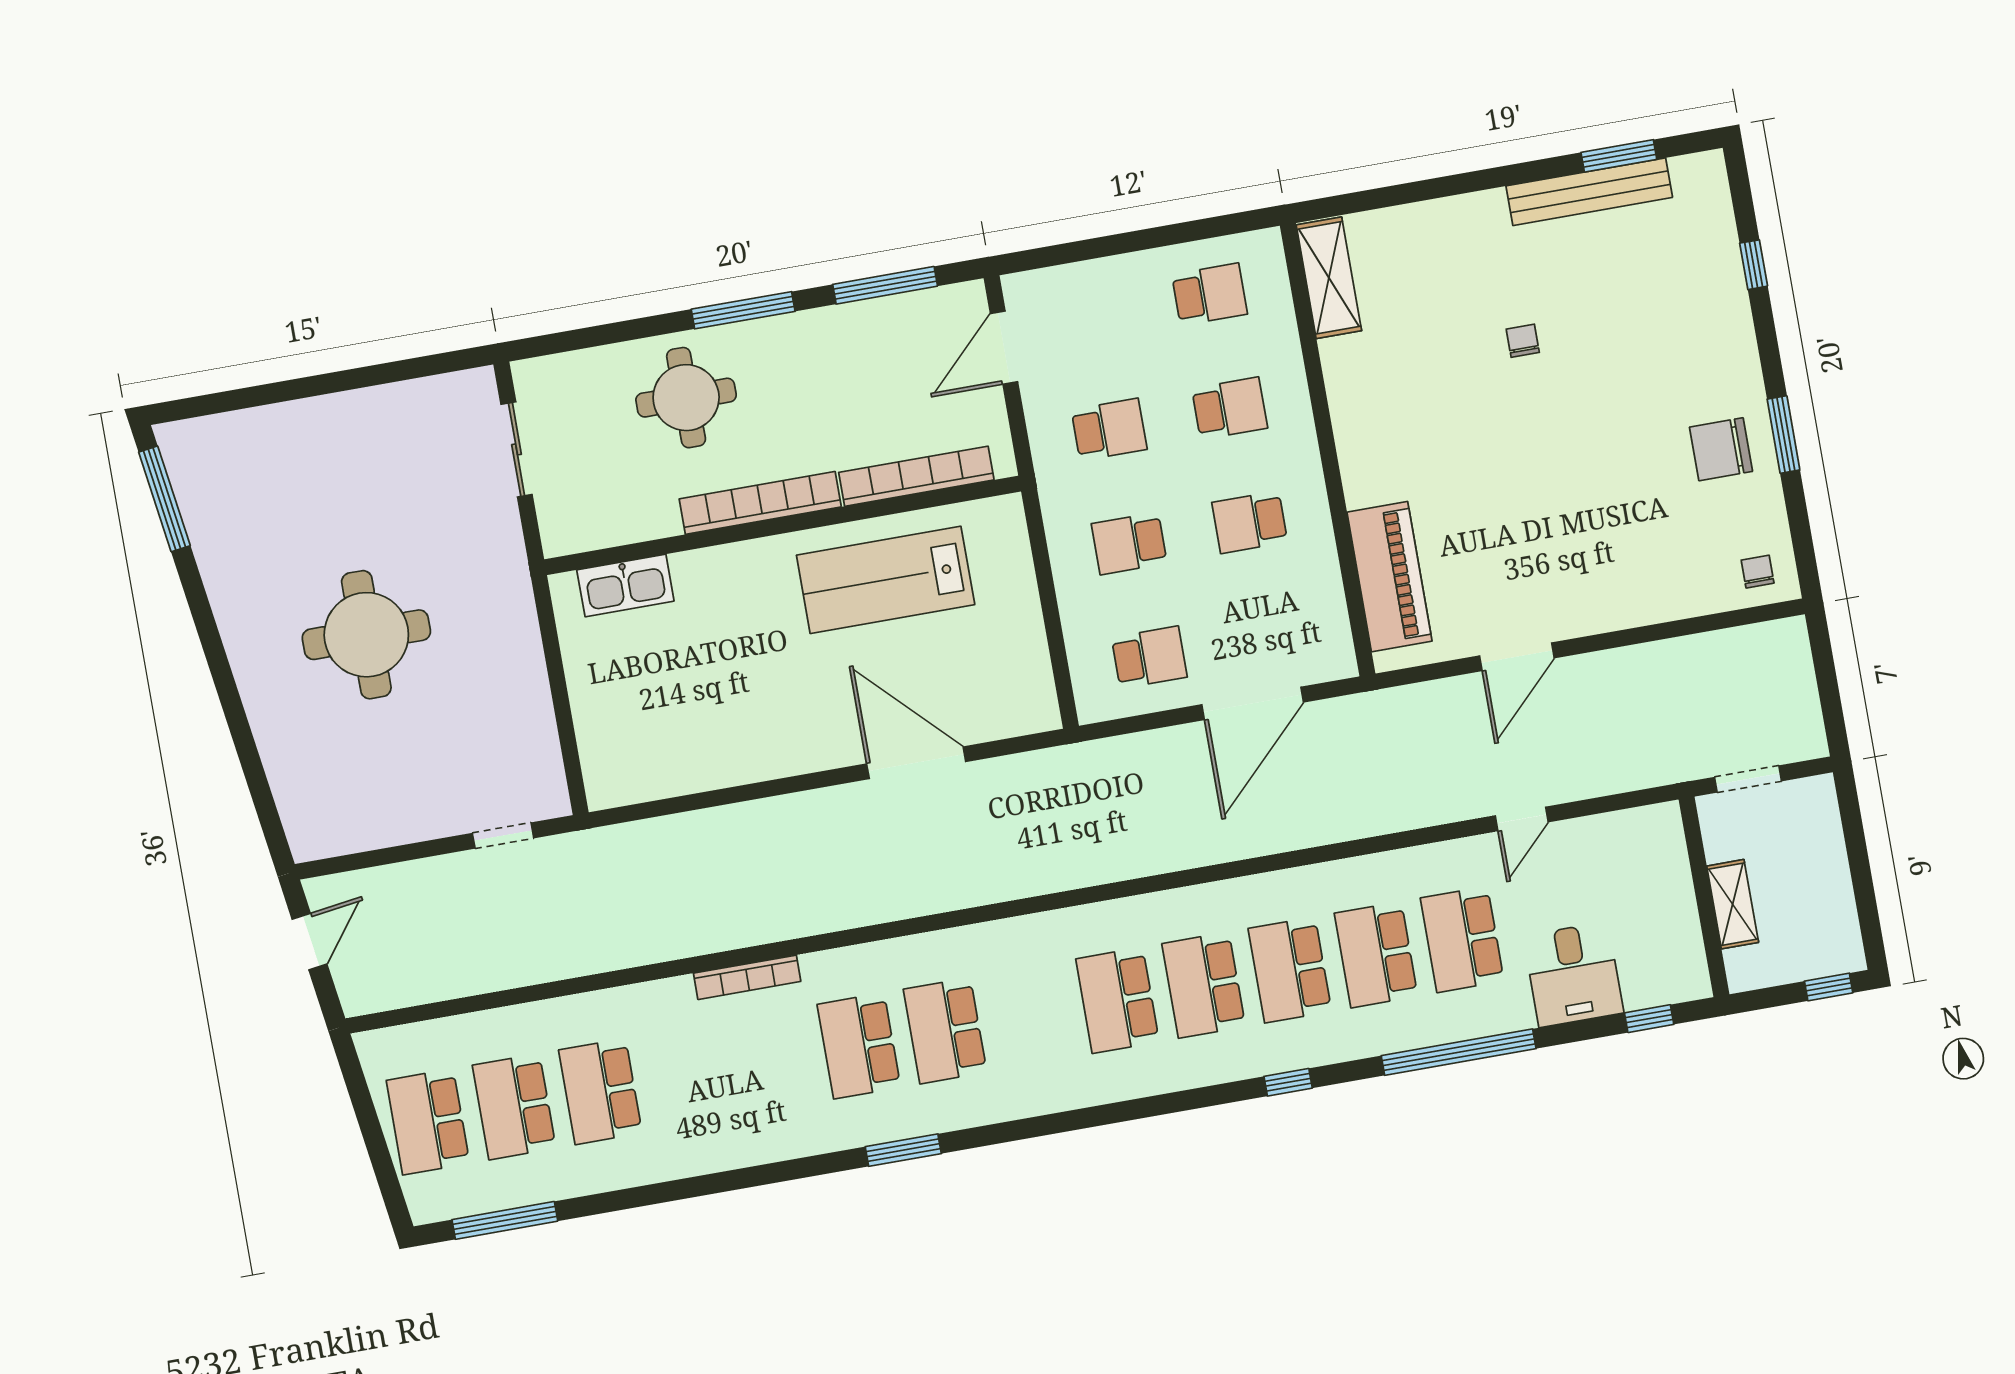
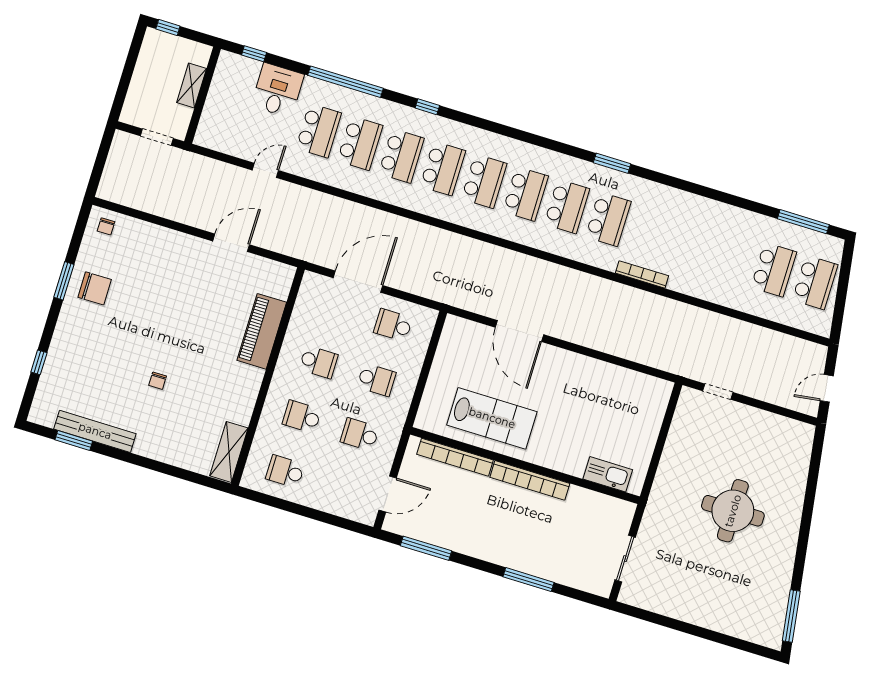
window: (743, 310) -> (529, 580), moved
round table: (686, 398) -> (539, 543), removed
piano: (1389, 577) -> (262, 331), moved
school desk: (600, 1091) -> (525, 194), moved

